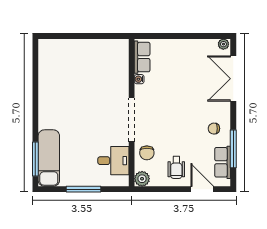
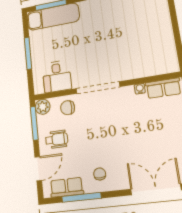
wheelchair: (176, 167) -> (57, 139), turned 180
window: (157, 189) -> (34, 123), added

